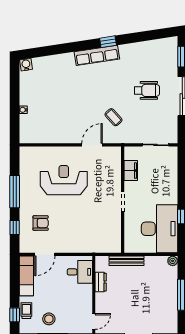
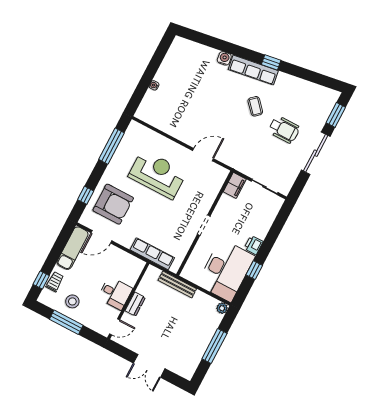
water cooler: (26, 65) -> (224, 58), moved
coffee table: (113, 117) -> (255, 106), moved
filing cabinet: (131, 171) -> (235, 185), moved
window: (15, 192) -> (111, 146), moved
printer: (171, 197) -> (254, 245), added
armchair: (41, 223) -> (113, 204), width x1.88, depth x1.88
row of seats: (93, 247) -> (152, 254), added
desk: (80, 272) -> (115, 293), moved
dresser: (101, 282) -> (135, 304), moved

